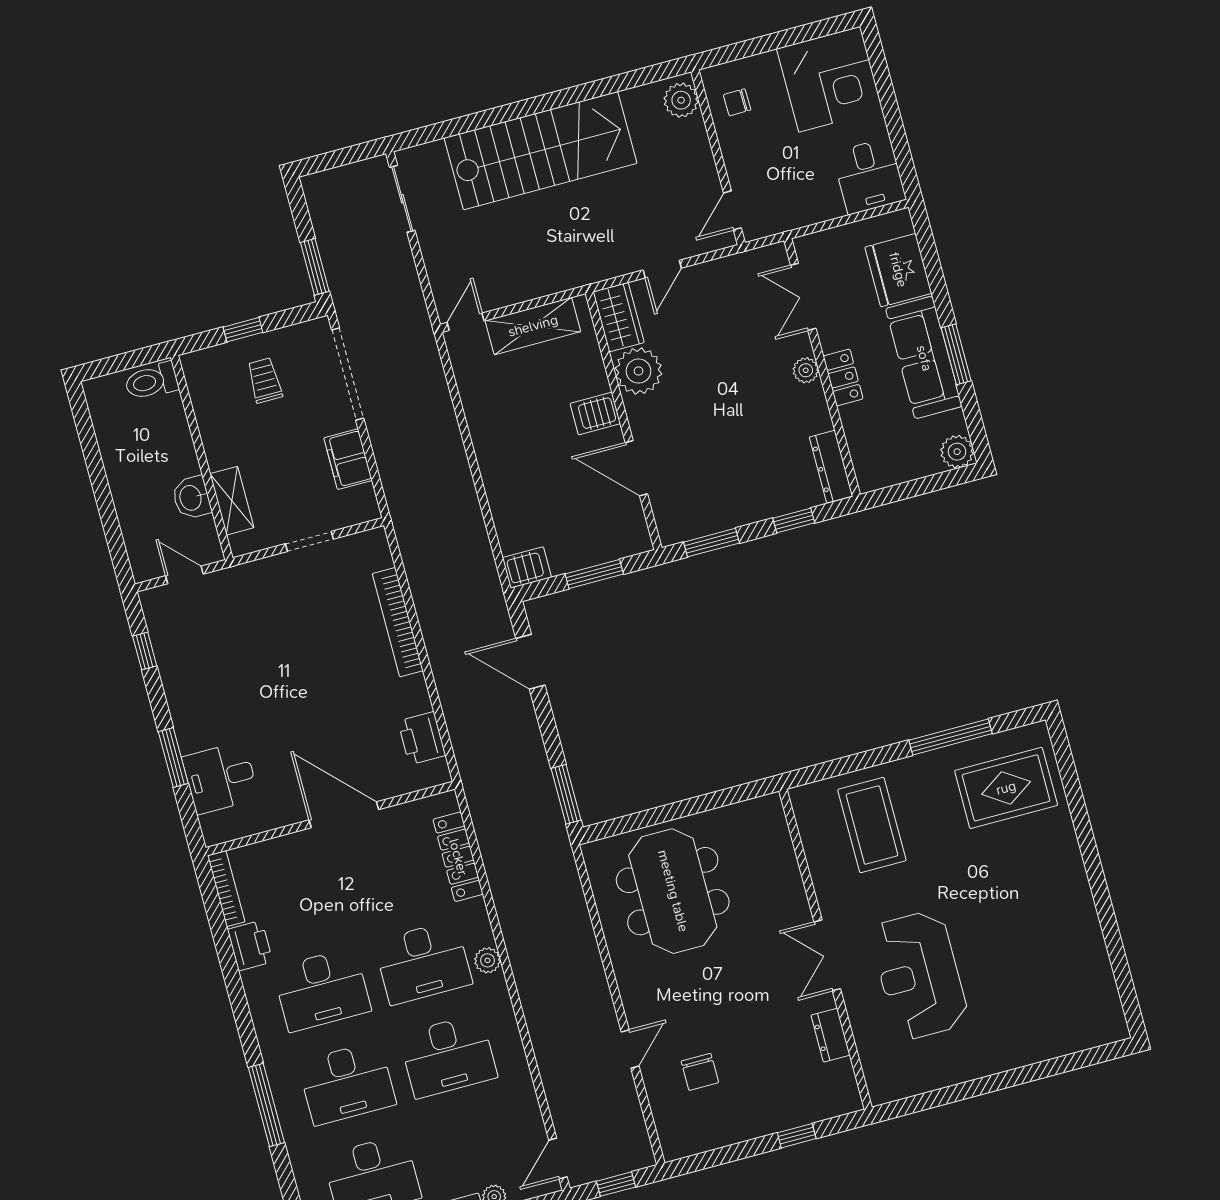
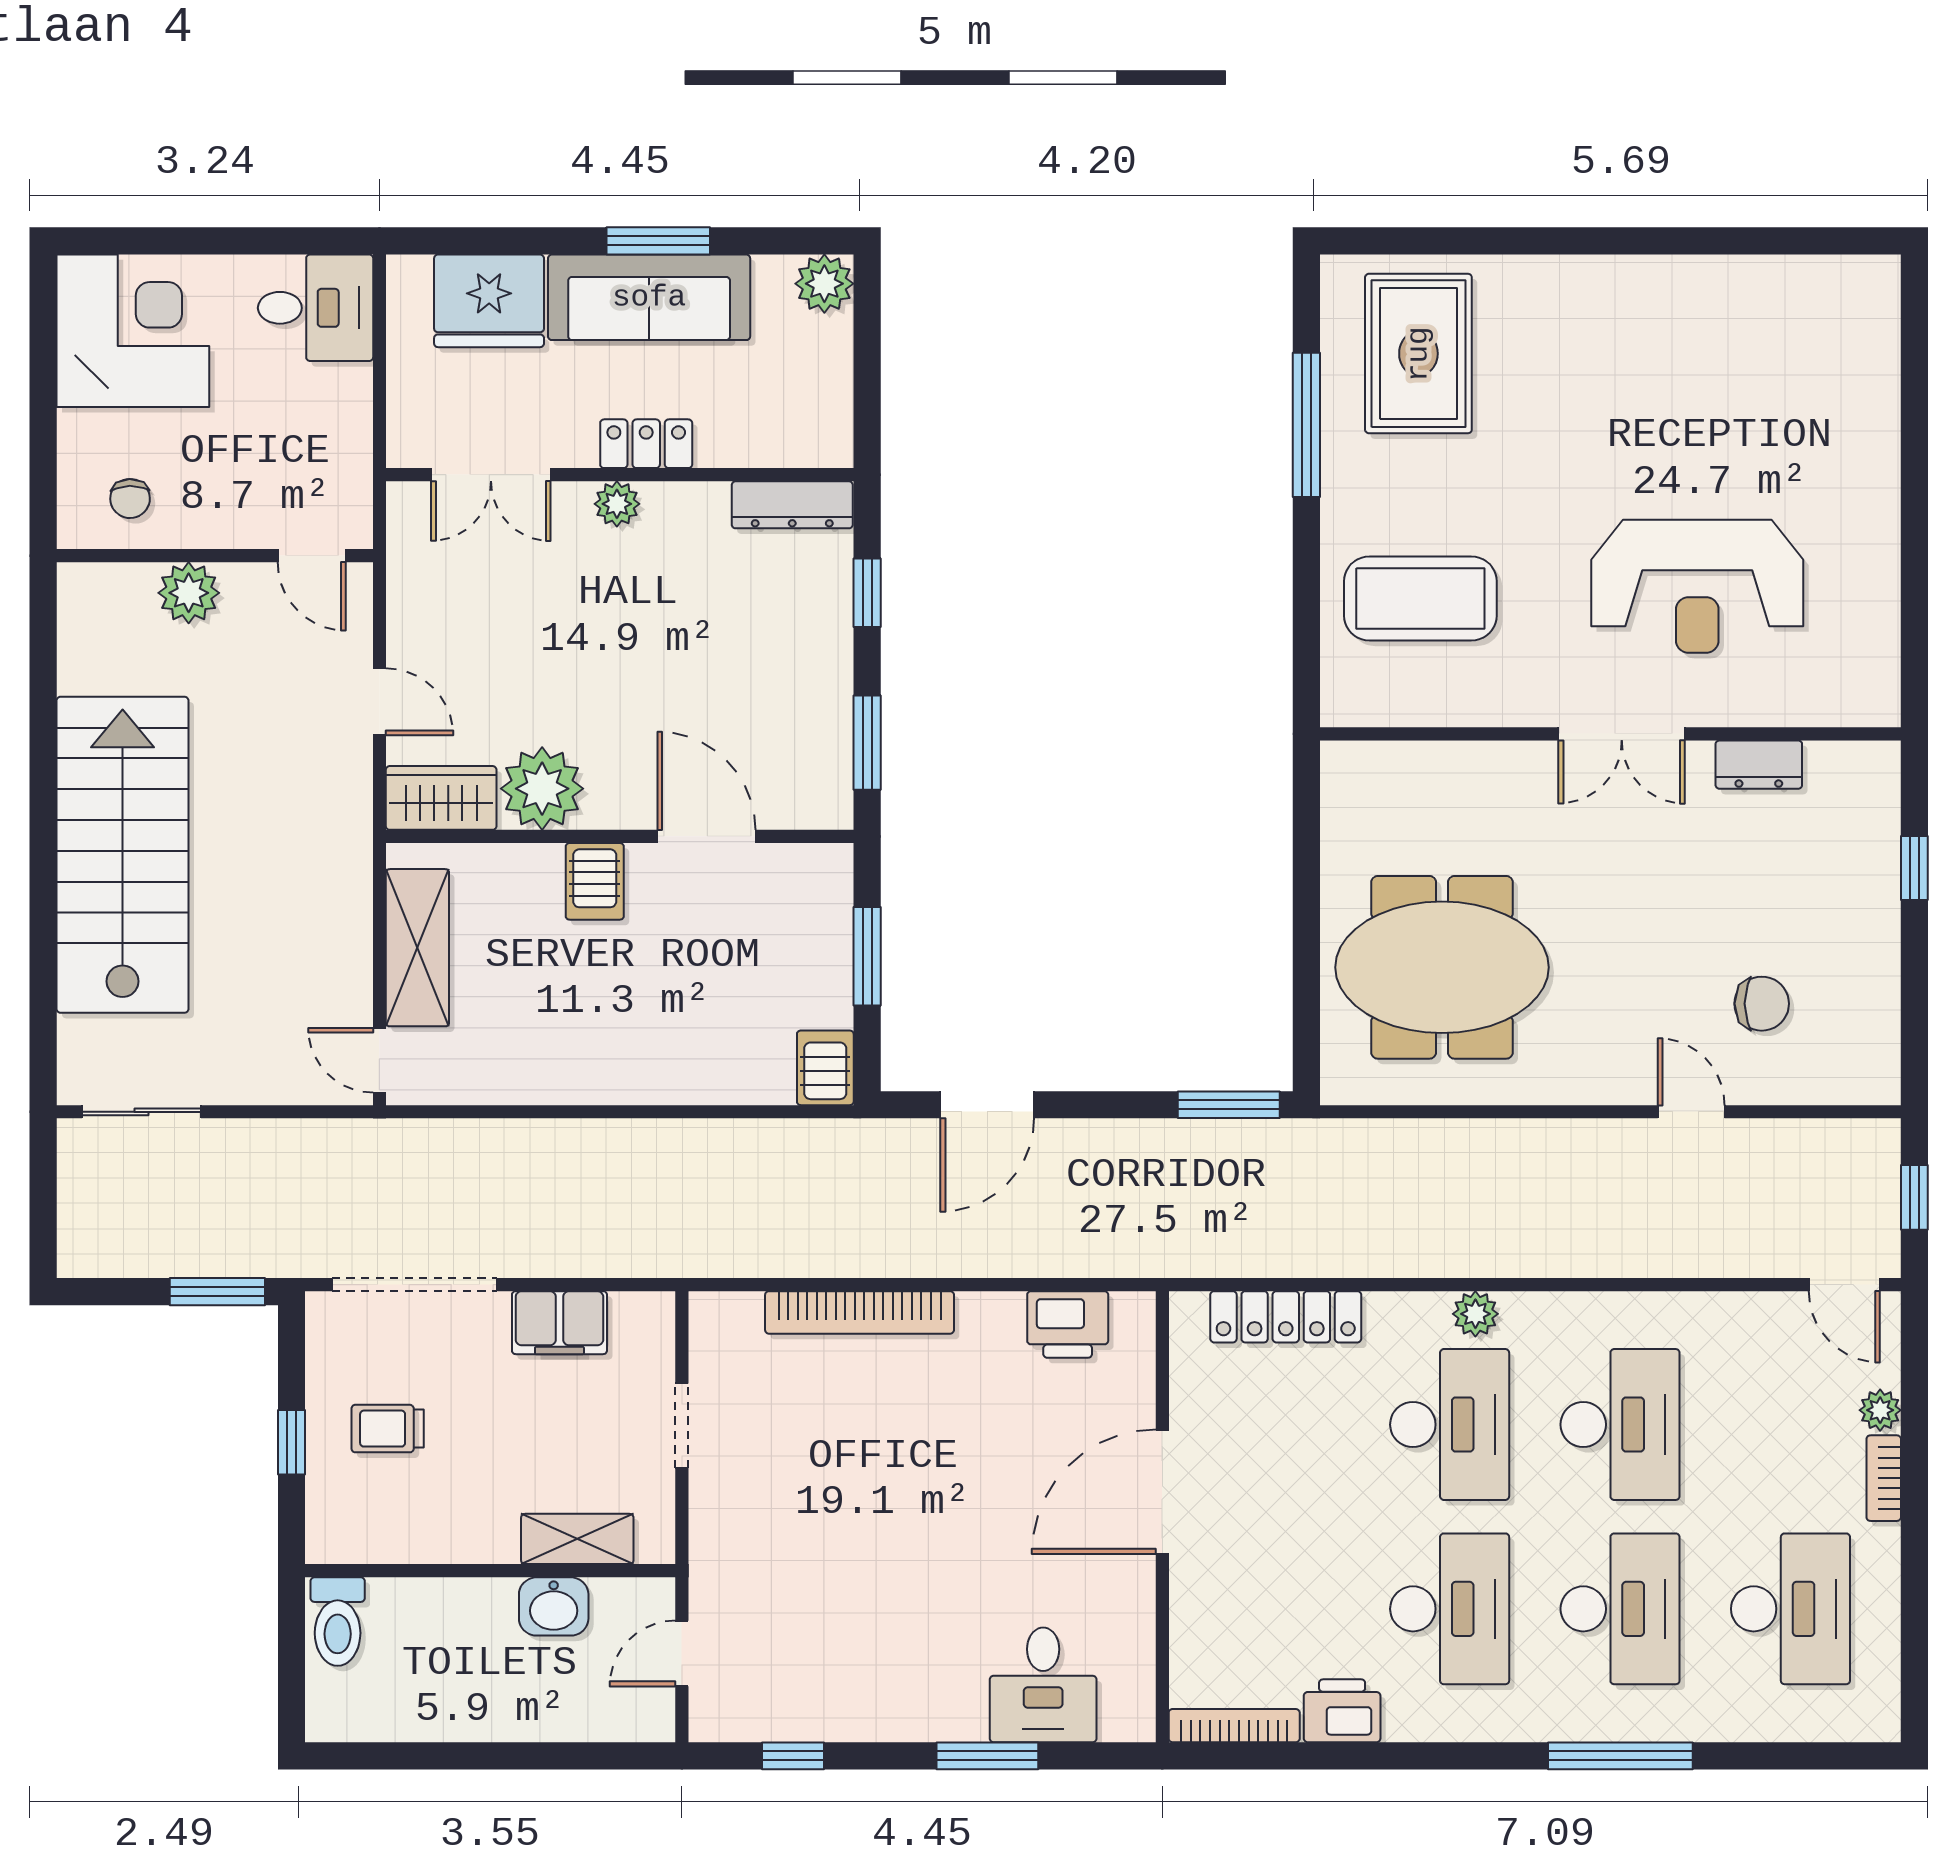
plant: (681, 100) -> (189, 593), moved
door: (636, 468) -> (706, 836), swing flipped

